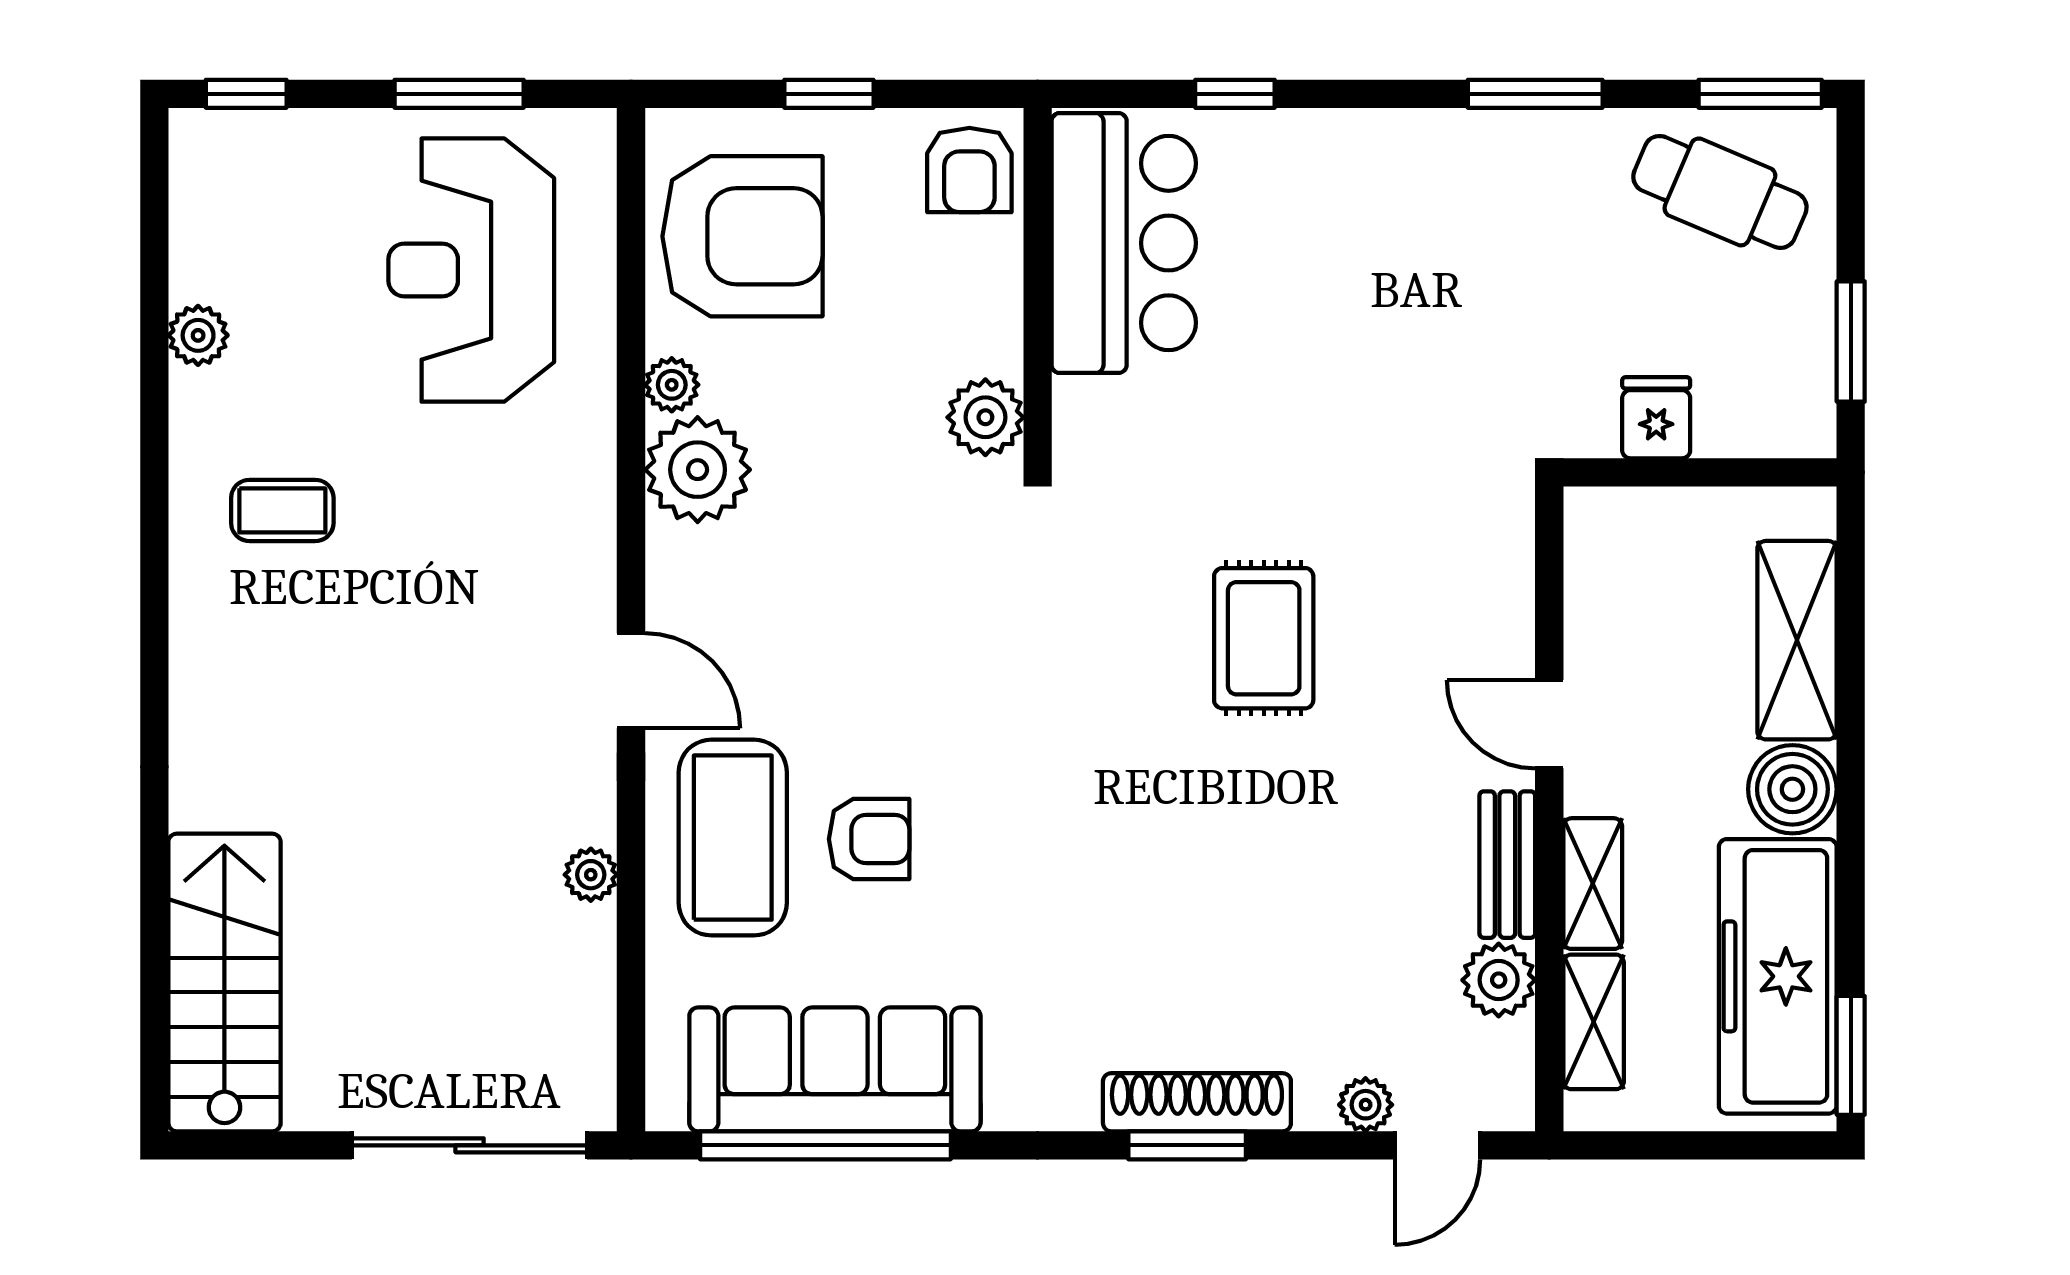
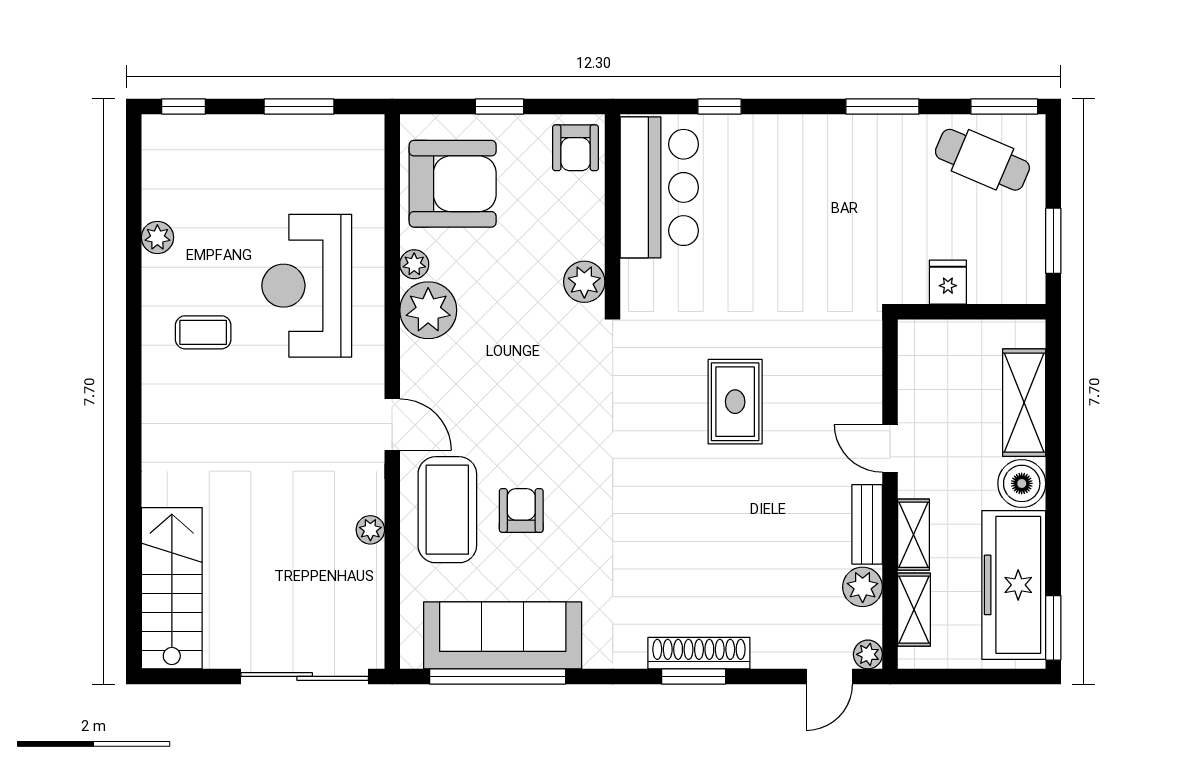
reception desk: (471, 270) -> (307, 286), moved
armchair: (869, 839) -> (521, 510), turned -90
plant: (1366, 1105) -> (868, 654), moved

